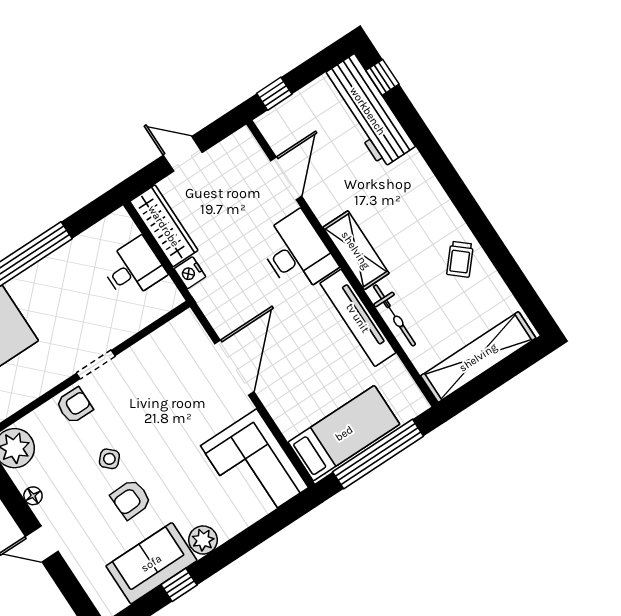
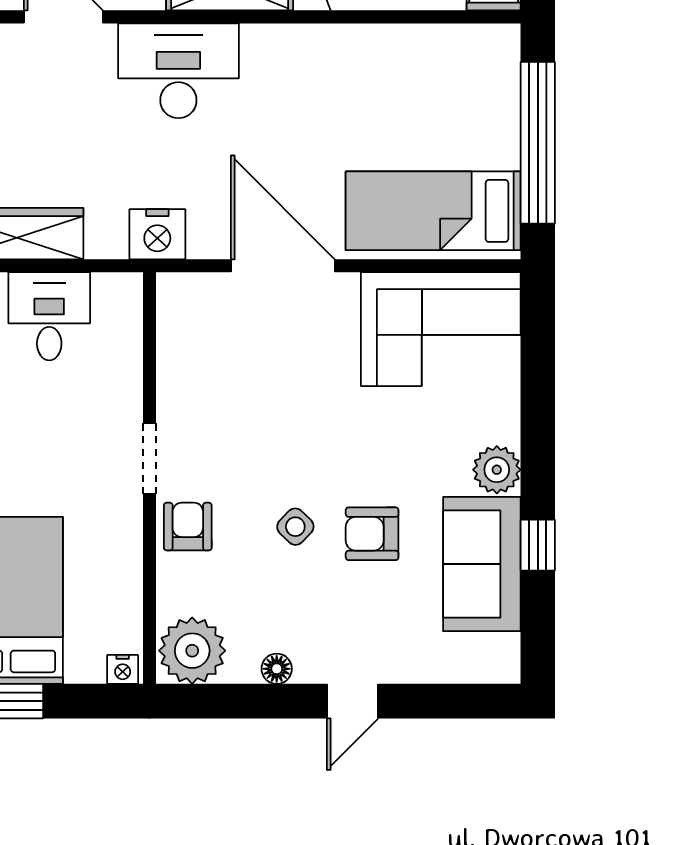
nightstand: (190, 273) -> (157, 234), moved, width x1.36, depth x1.33
tv unit: (358, 318) -> (327, 45), removed
bed: (344, 433) -> (433, 211), moved, turned -90
armchair: (131, 499) -> (372, 534), turned 92

